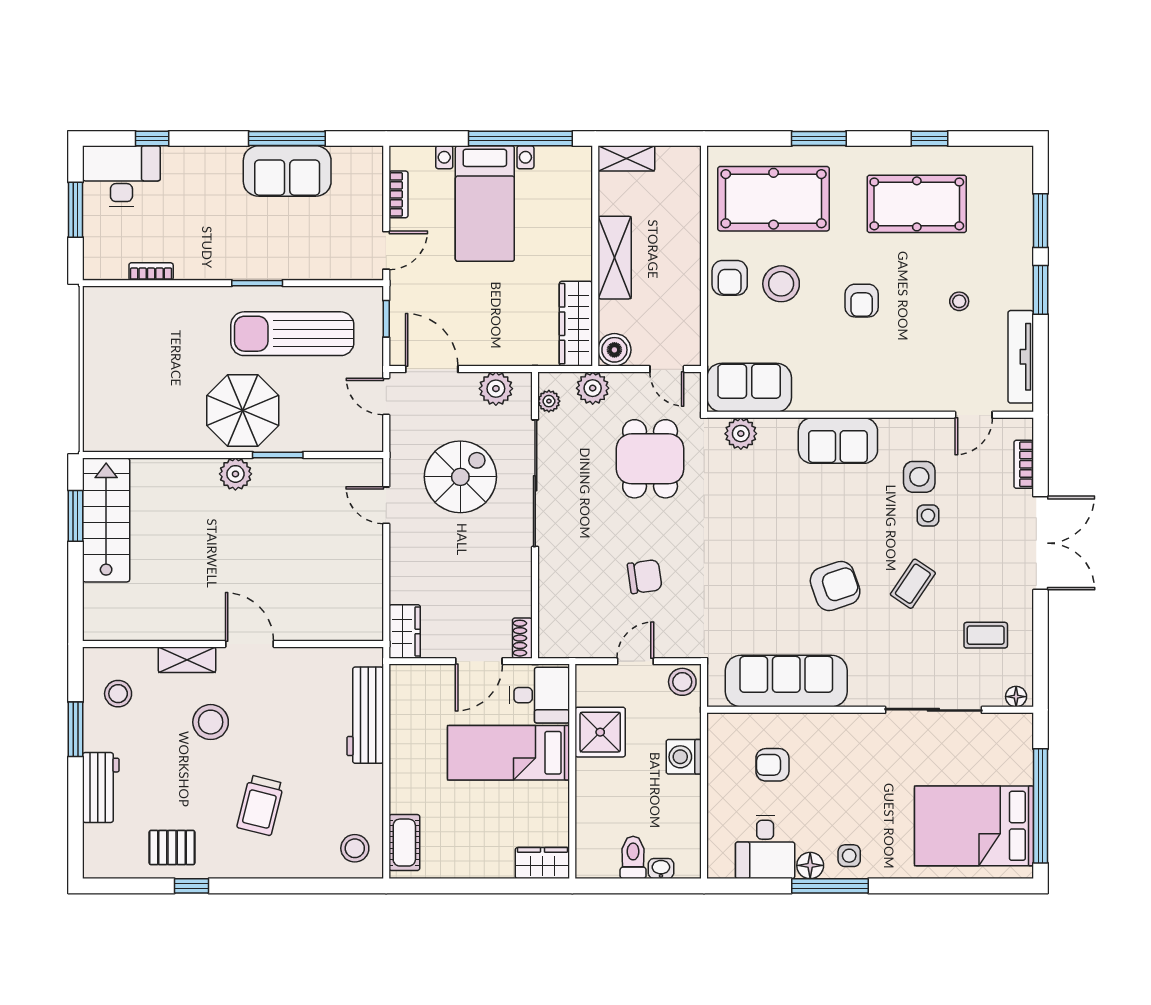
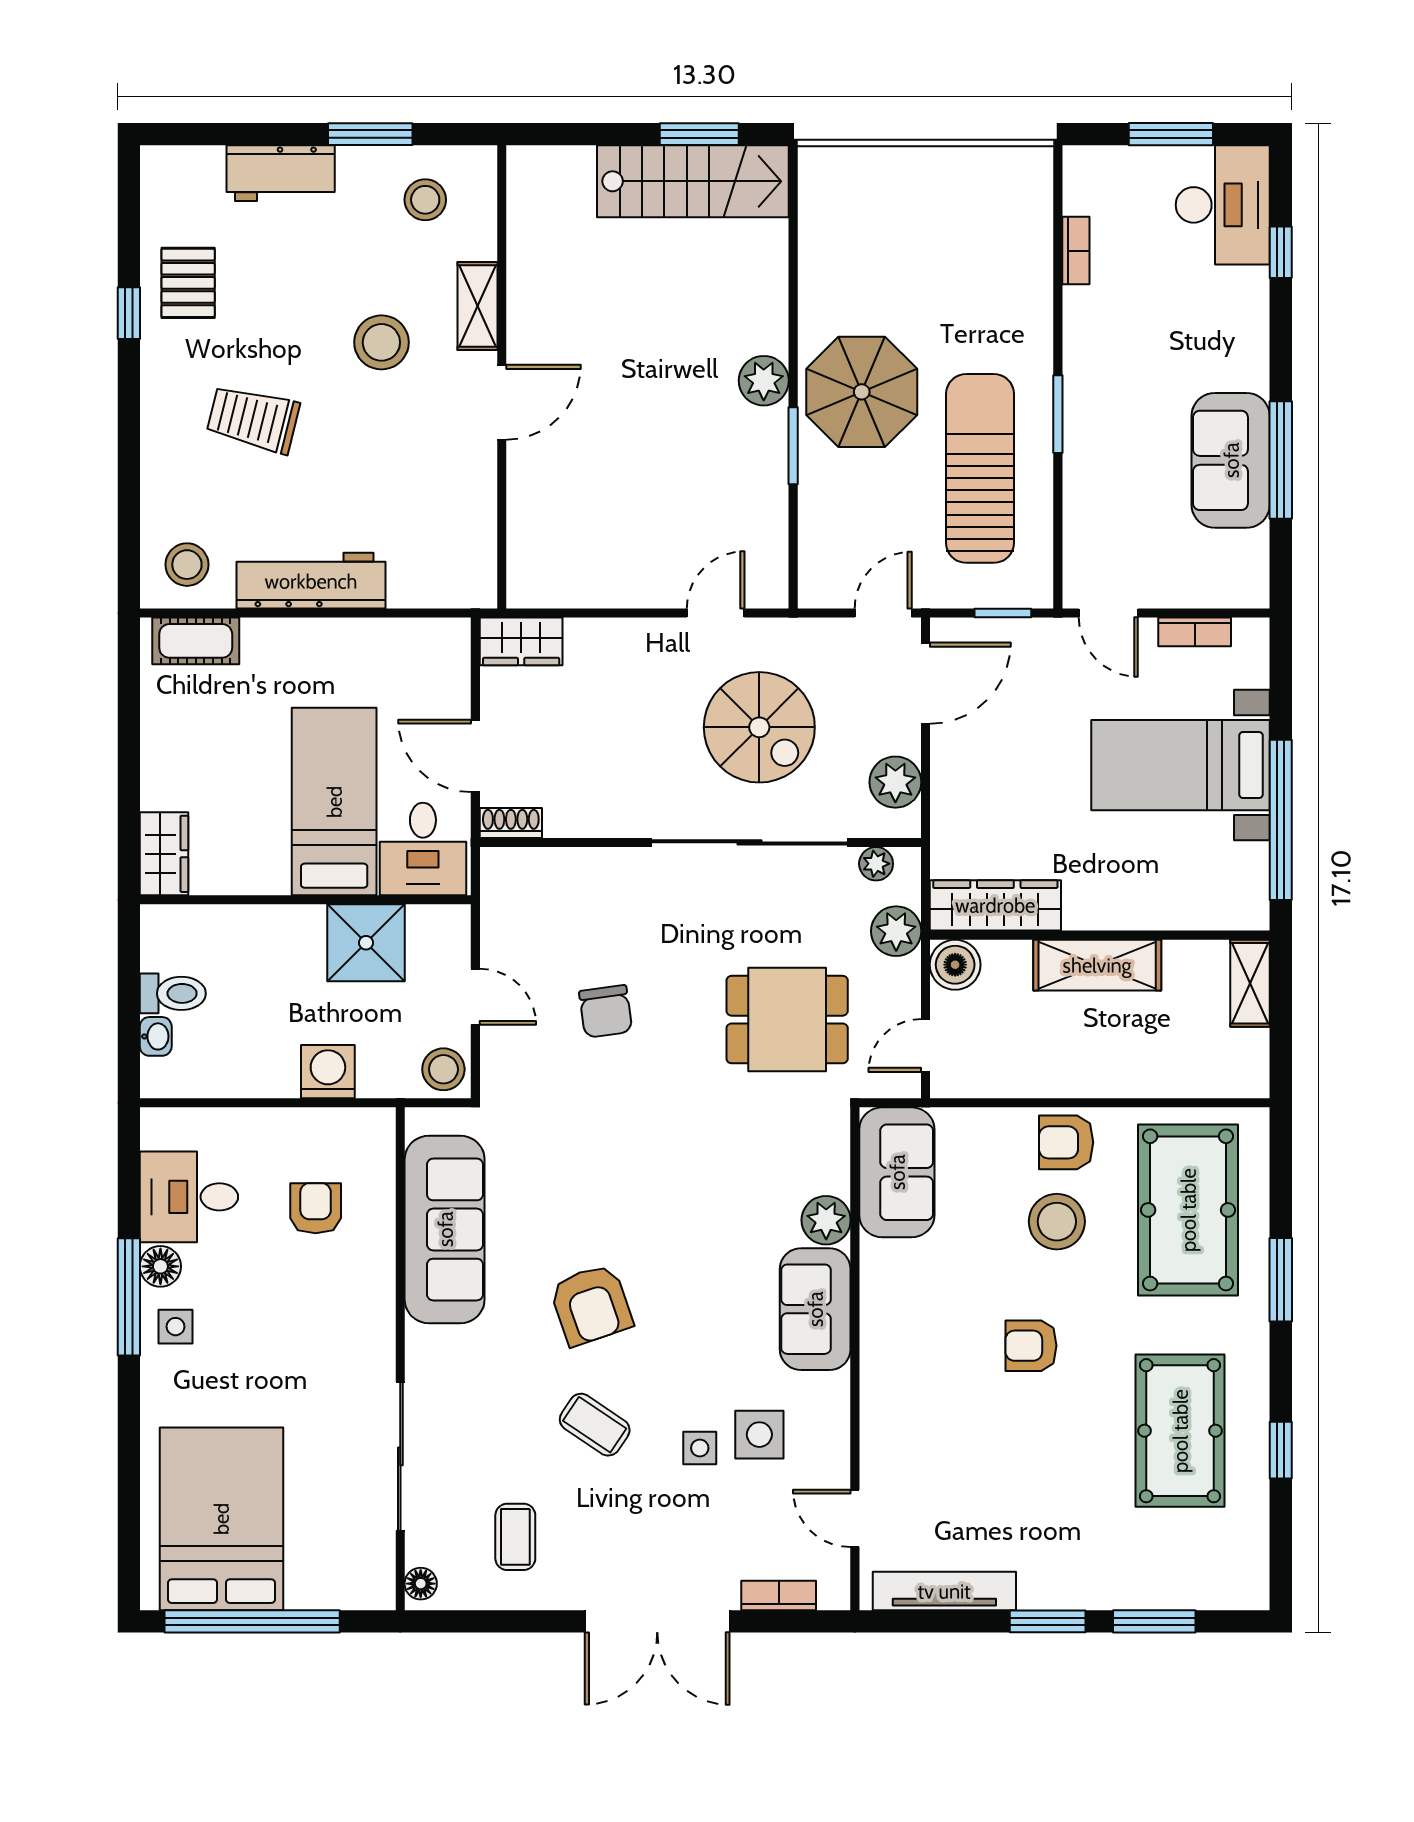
stool: (959, 301) -> (1030, 1496), removed
plant: (741, 434) -> (826, 1220), moved
workbench: (365, 715) -> (311, 581), moved

